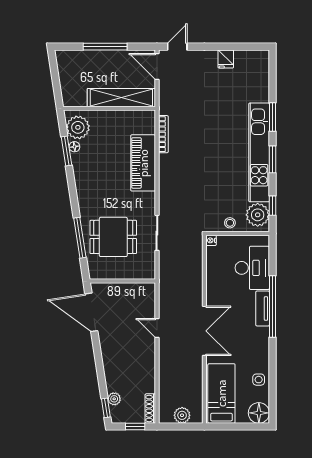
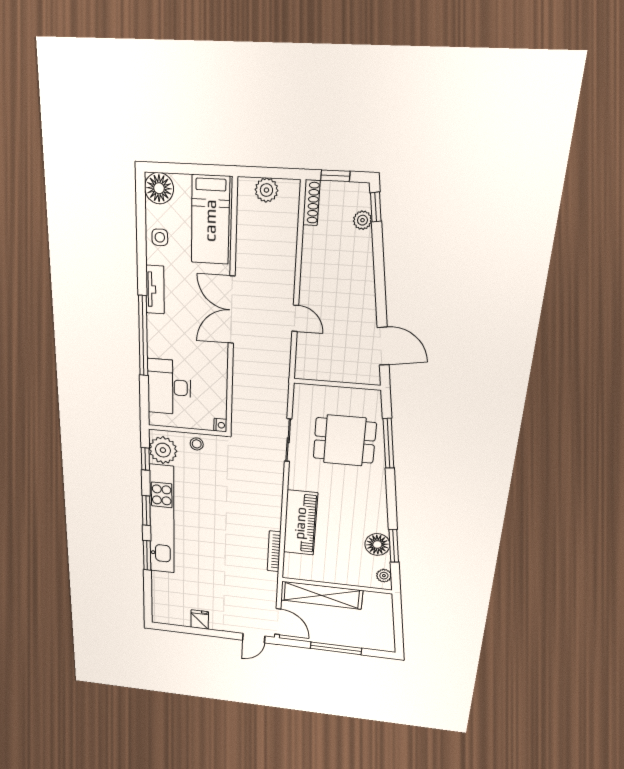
plant: (78, 127) -> (384, 576), width x0.53, depth x0.53
floor lamp: (74, 147) -> (377, 545), width x1.89, depth x1.89
tv unit: (263, 308) -> (155, 290), moved
door: (91, 312) -> (383, 346), width x0.73

